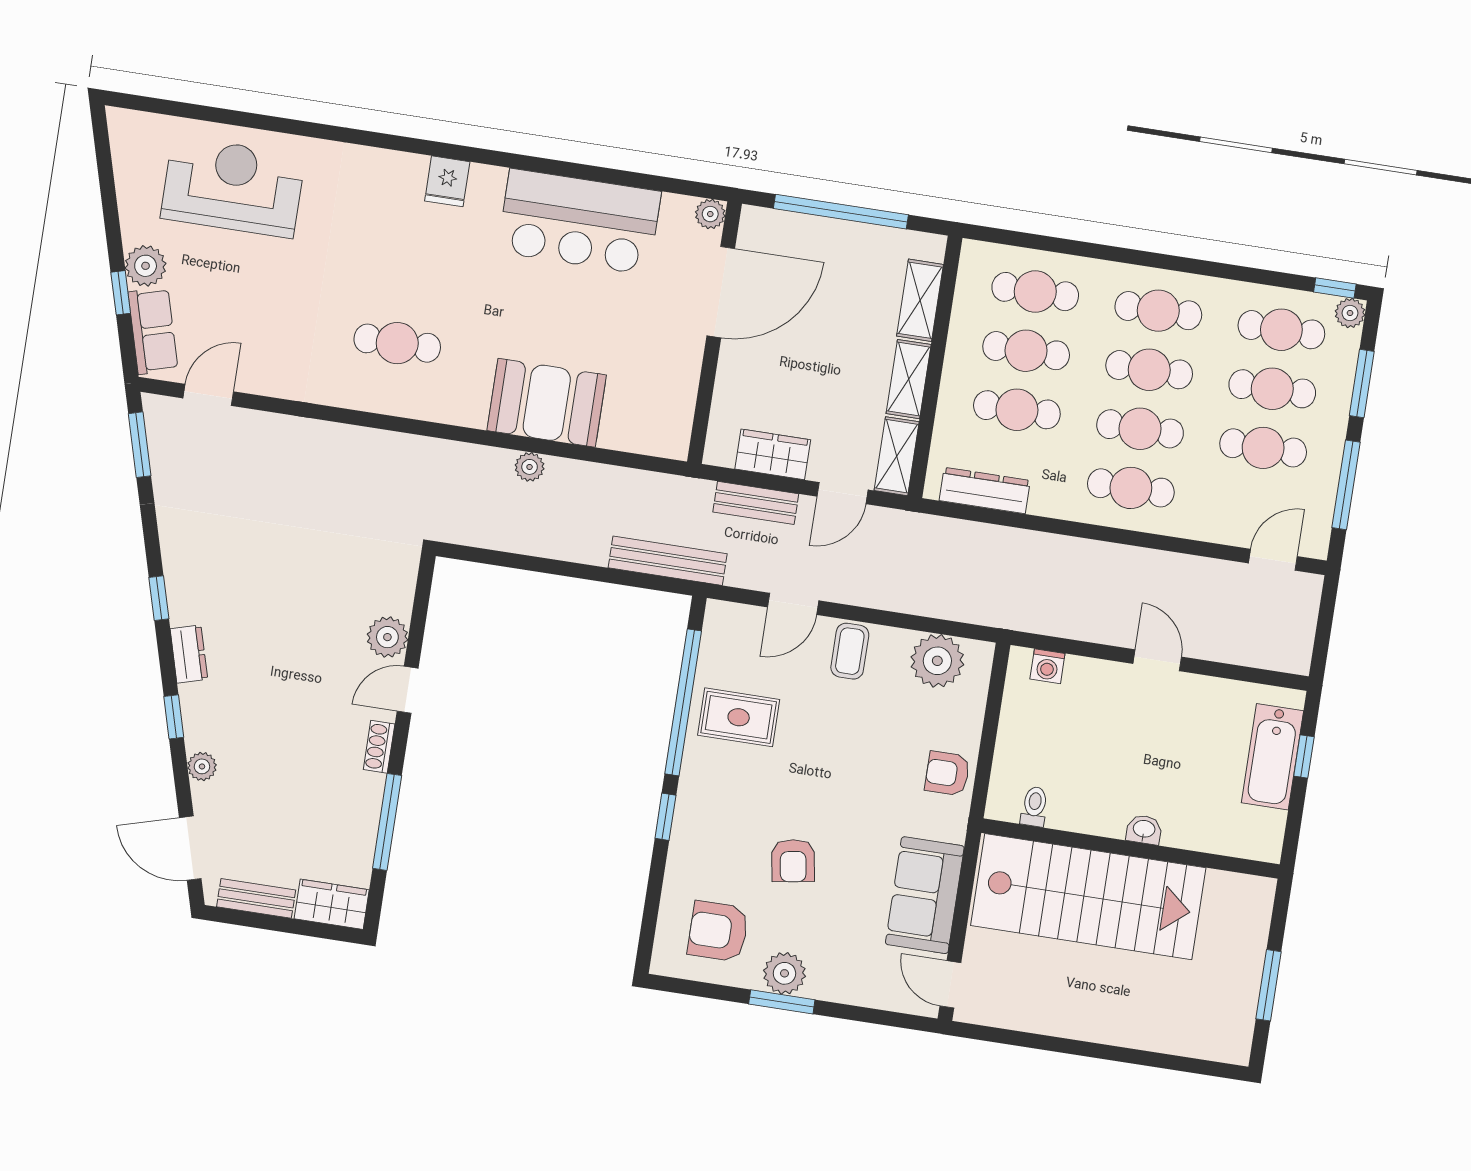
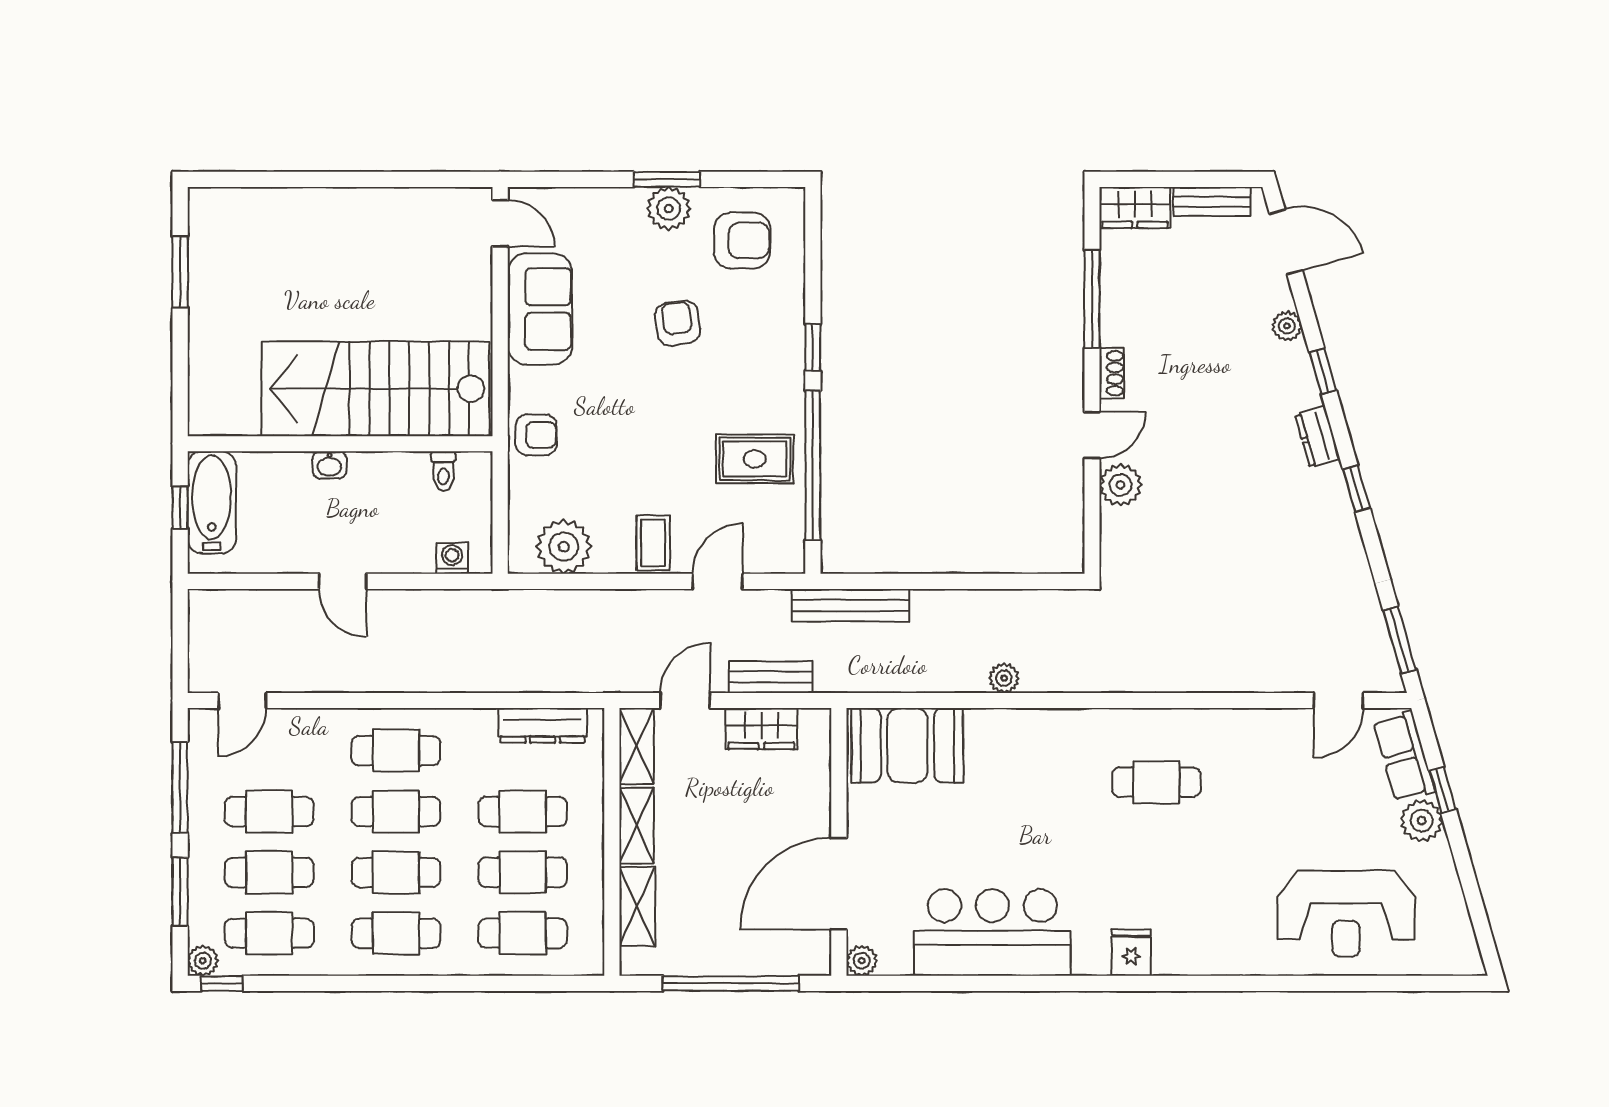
booth: (547, 403) -> (907, 745), moved
toilet: (1034, 807) -> (443, 471), moved
washbasin: (1144, 830) -> (330, 465), moved
wall: (1131, 849) -> (340, 444), moved
stairs: (1088, 897) -> (375, 389), moved

